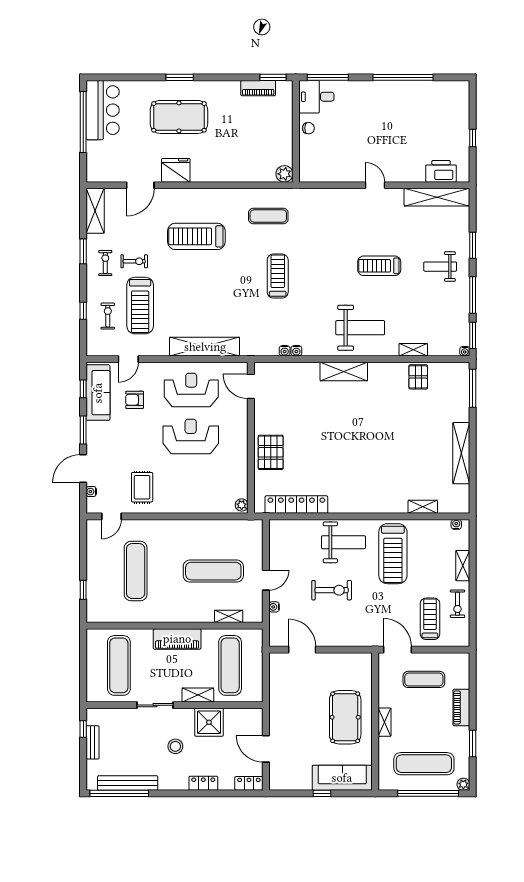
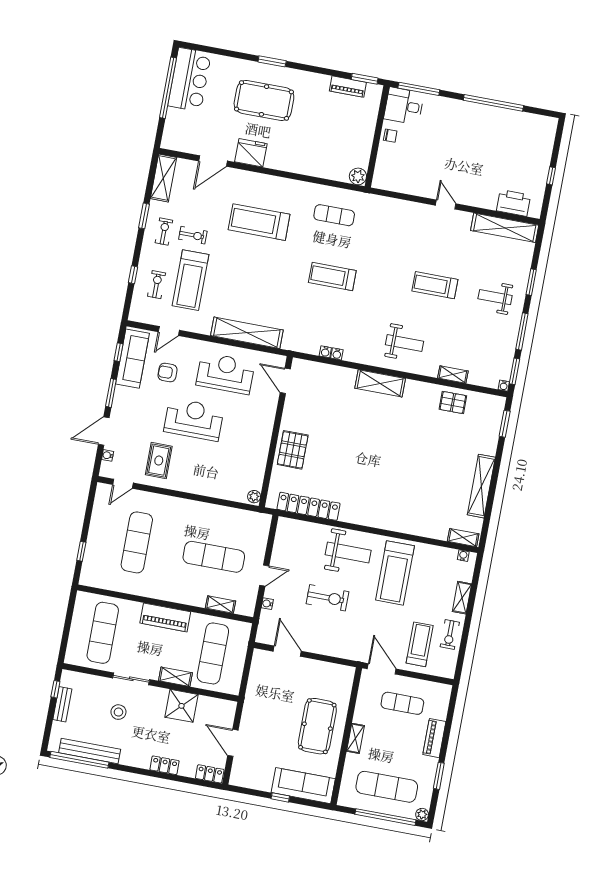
treadmill: (278, 276) -> (332, 276), turned -90
weight bench: (360, 328) -> (404, 343), width x0.73, depth x0.75
pallet: (418, 377) -> (453, 403), turned 90
window: (473, 388) -> (505, 424), width x0.69
reception desk: (191, 436) -> (194, 419), moved
shelving: (423, 507) -> (463, 538), moved
stool: (175, 746) -> (118, 712), moved

